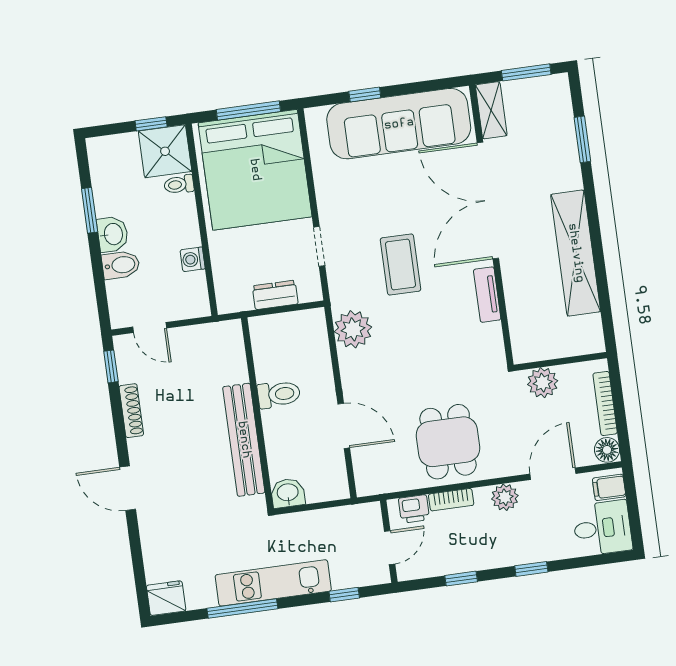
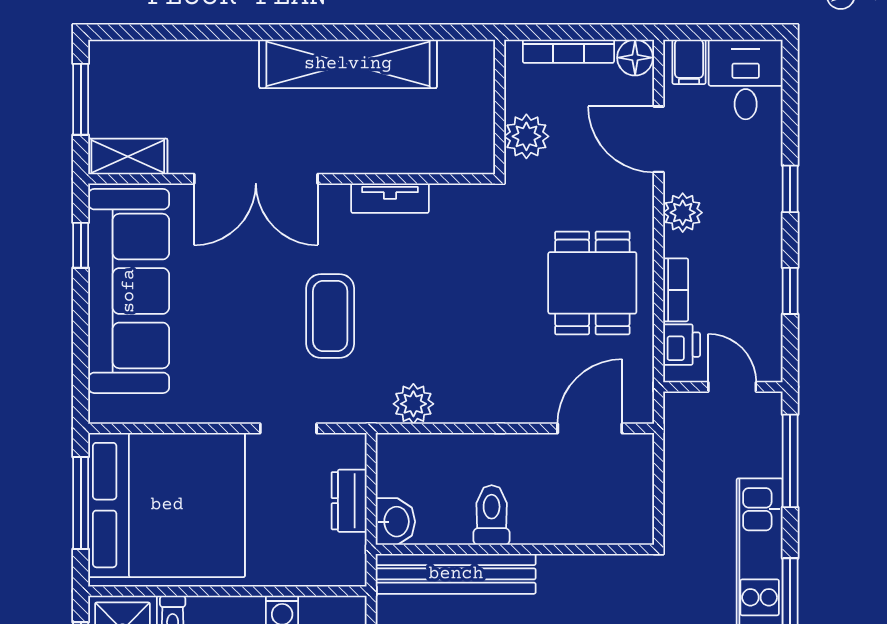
window: (365, 95) -> (81, 245), moved
window: (582, 139) -> (187, 32), removed
double door: (488, 201) -> (256, 179), width x0.73
coffee table: (401, 265) -> (330, 316), turned 90
plant: (353, 329) -> (413, 404), width x0.73, depth x0.73
door: (344, 426) -> (590, 428), moved
bench: (244, 440) -> (456, 574), moved
dining table: (448, 442) -> (592, 283), turned 90
washbasin: (288, 493) -> (395, 522), moved, turned 180
window: (344, 595) -> (790, 461), width x2.17

